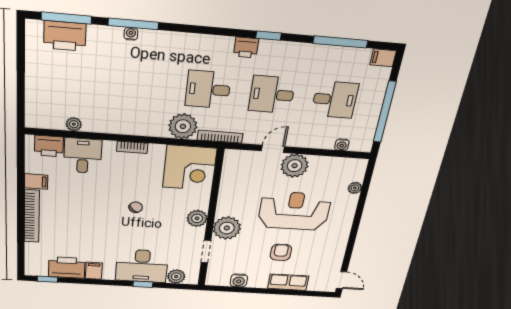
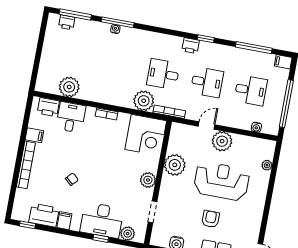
printer: (65, 36) -> (67, 22), width x0.53, depth x0.68
desk: (272, 95) -> (207, 82), turned 180
plant: (74, 124) -> (69, 87), width x1.87, depth x1.87
chair: (136, 207) -> (72, 179), moved
plant: (227, 228) -> (175, 165), moved

